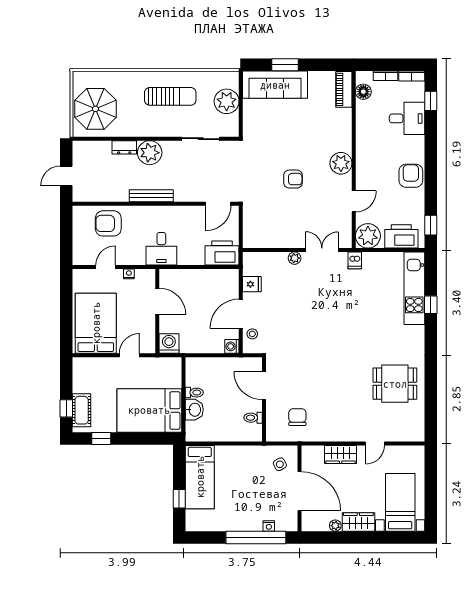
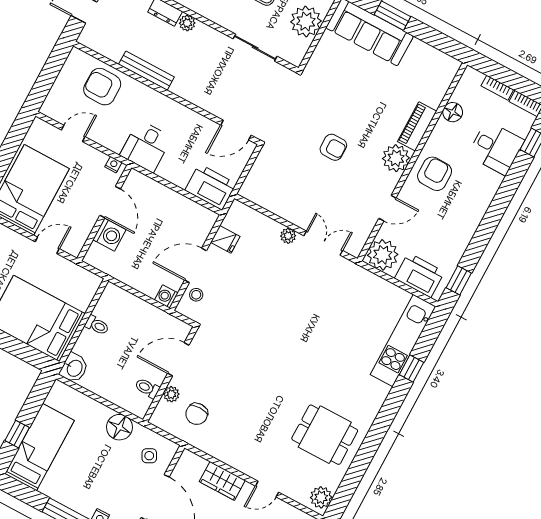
piano: (344, 89) -> (417, 126), moved
floor lamp: (363, 92) -> (453, 112), moved
plant: (150, 153) -> (187, 23), width x0.53, depth x0.53
armchair: (411, 176) -> (435, 174), moved
bench: (151, 196) -> (146, 71), moved
dishwasher: (355, 260) -> (353, 274), removed
nightstand: (129, 274) -> (113, 165), moved
washing machine: (169, 344) -> (109, 235), moved, turned 90
door: (264, 386) -> (178, 359), hinge flipped
washbasin: (194, 410) -> (74, 368), moved
plant: (272, 413) -> (171, 394), added
chair: (297, 417) -> (197, 414), turned 180
plant: (416, 429) -> (321, 497), added
floor lamp: (248, 455) -> (119, 427), added
bed: (200, 477) -> (39, 447), moved, turned 180

